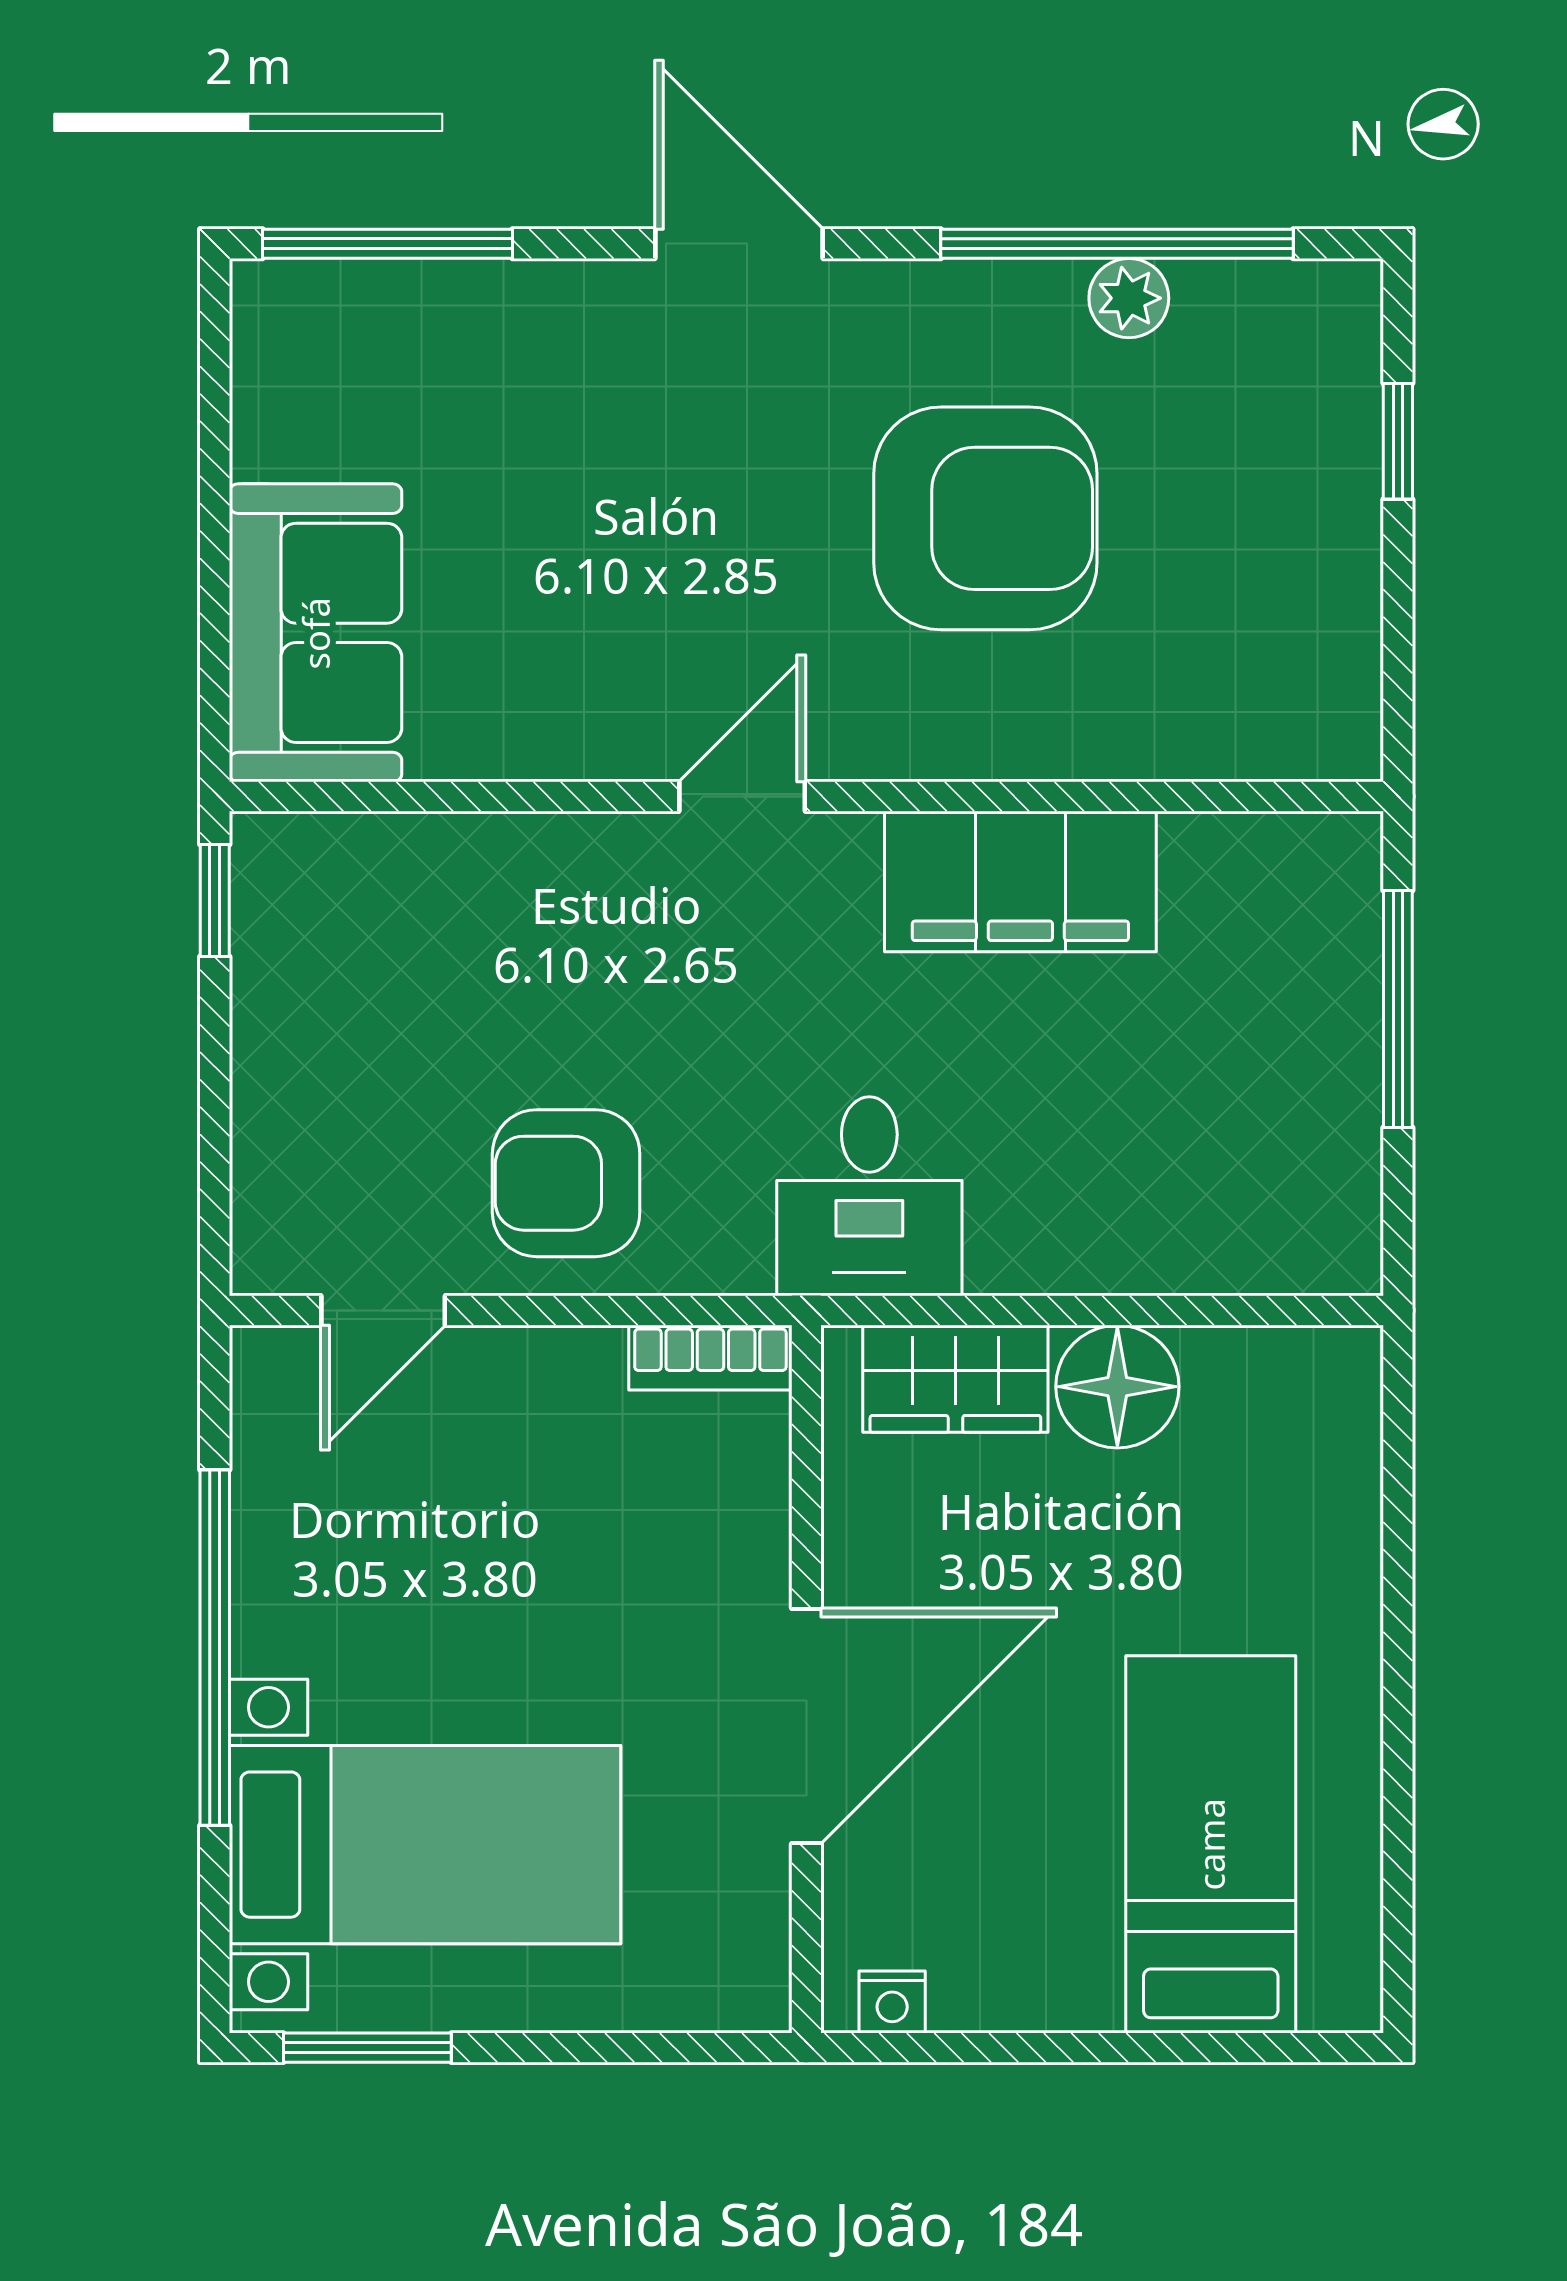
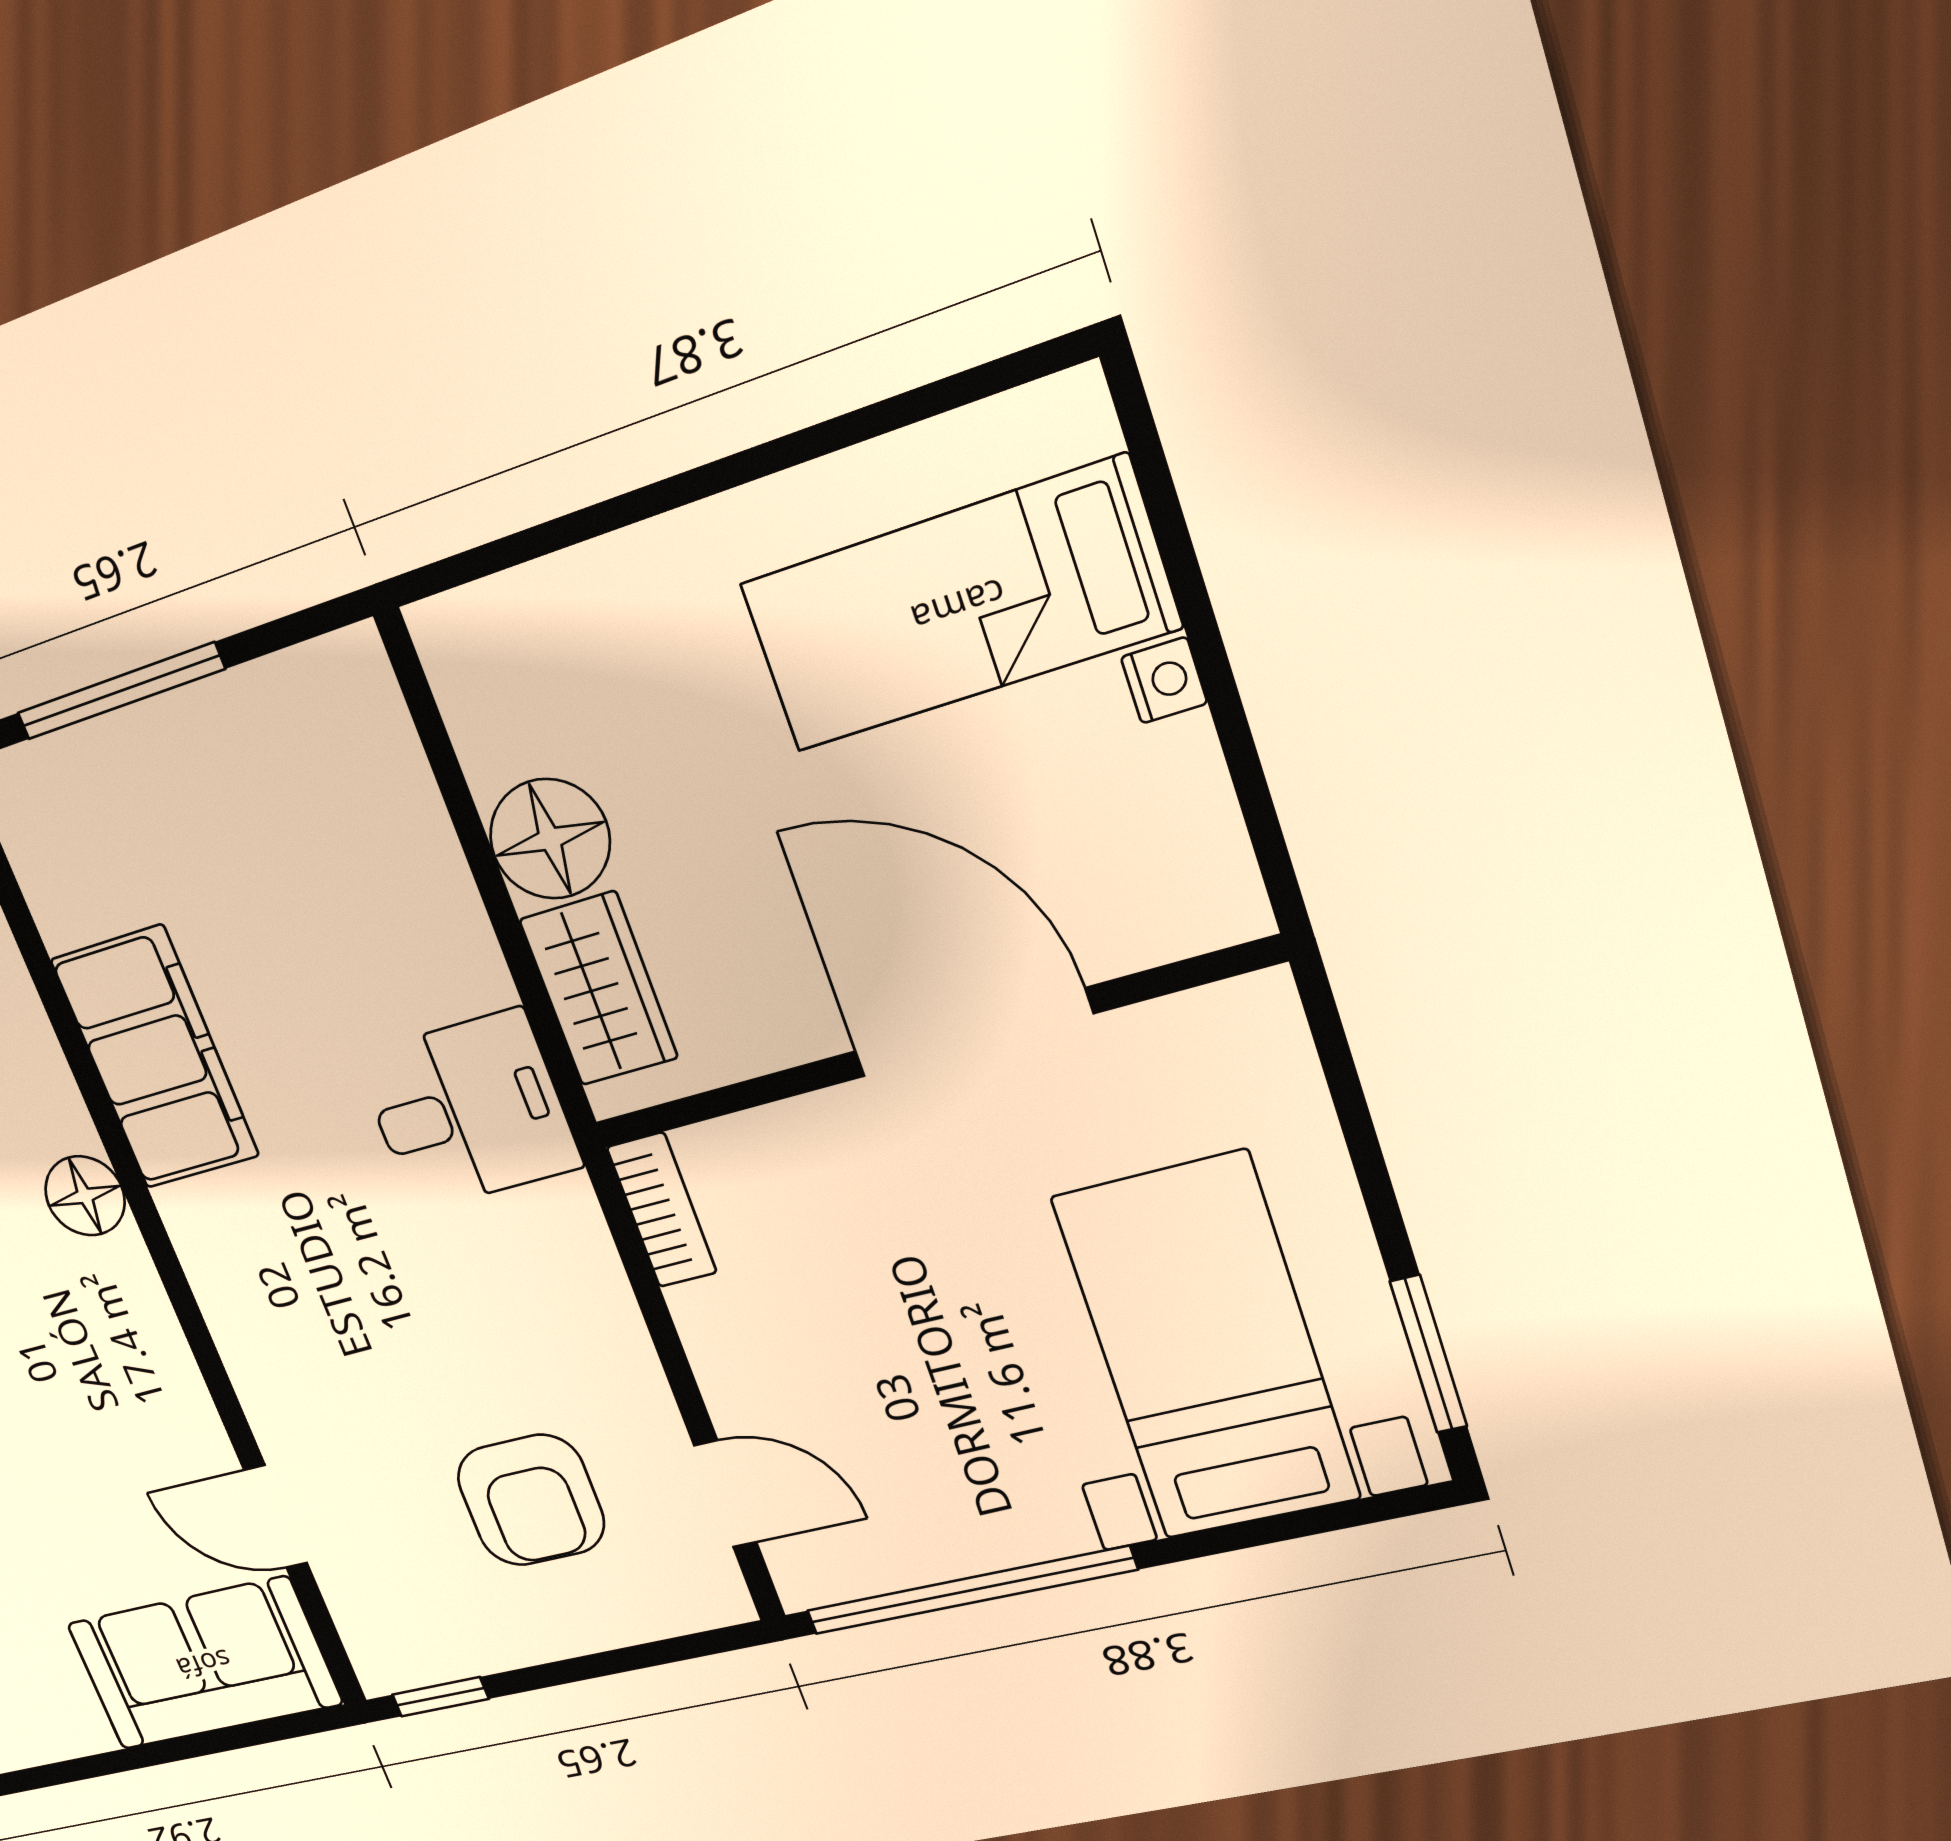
floor lamp: (895, 735) -> (85, 1196), added
door: (742, 797) -> (276, 1517), moved
armchair: (566, 1183) -> (531, 1500), moved
window: (215, 1648) -> (970, 1591), moved
nightstand: (892, 2002) -> (1164, 680), moved

